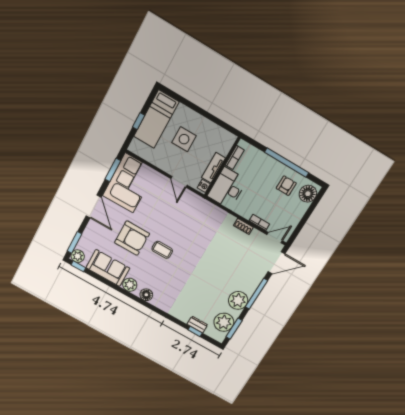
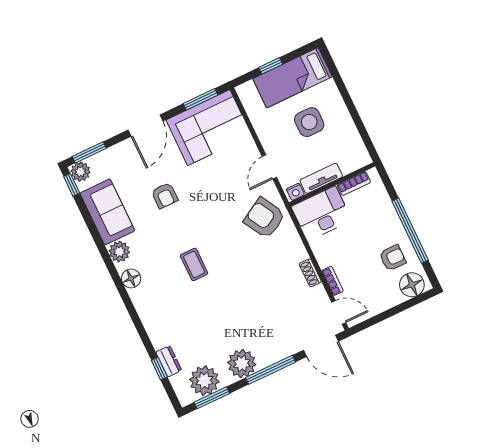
armchair: (196, 213) -> (265, 218), added
armchair: (132, 238) -> (165, 195), width x0.53, depth x0.53
coffee table: (162, 250) -> (194, 264), moved

